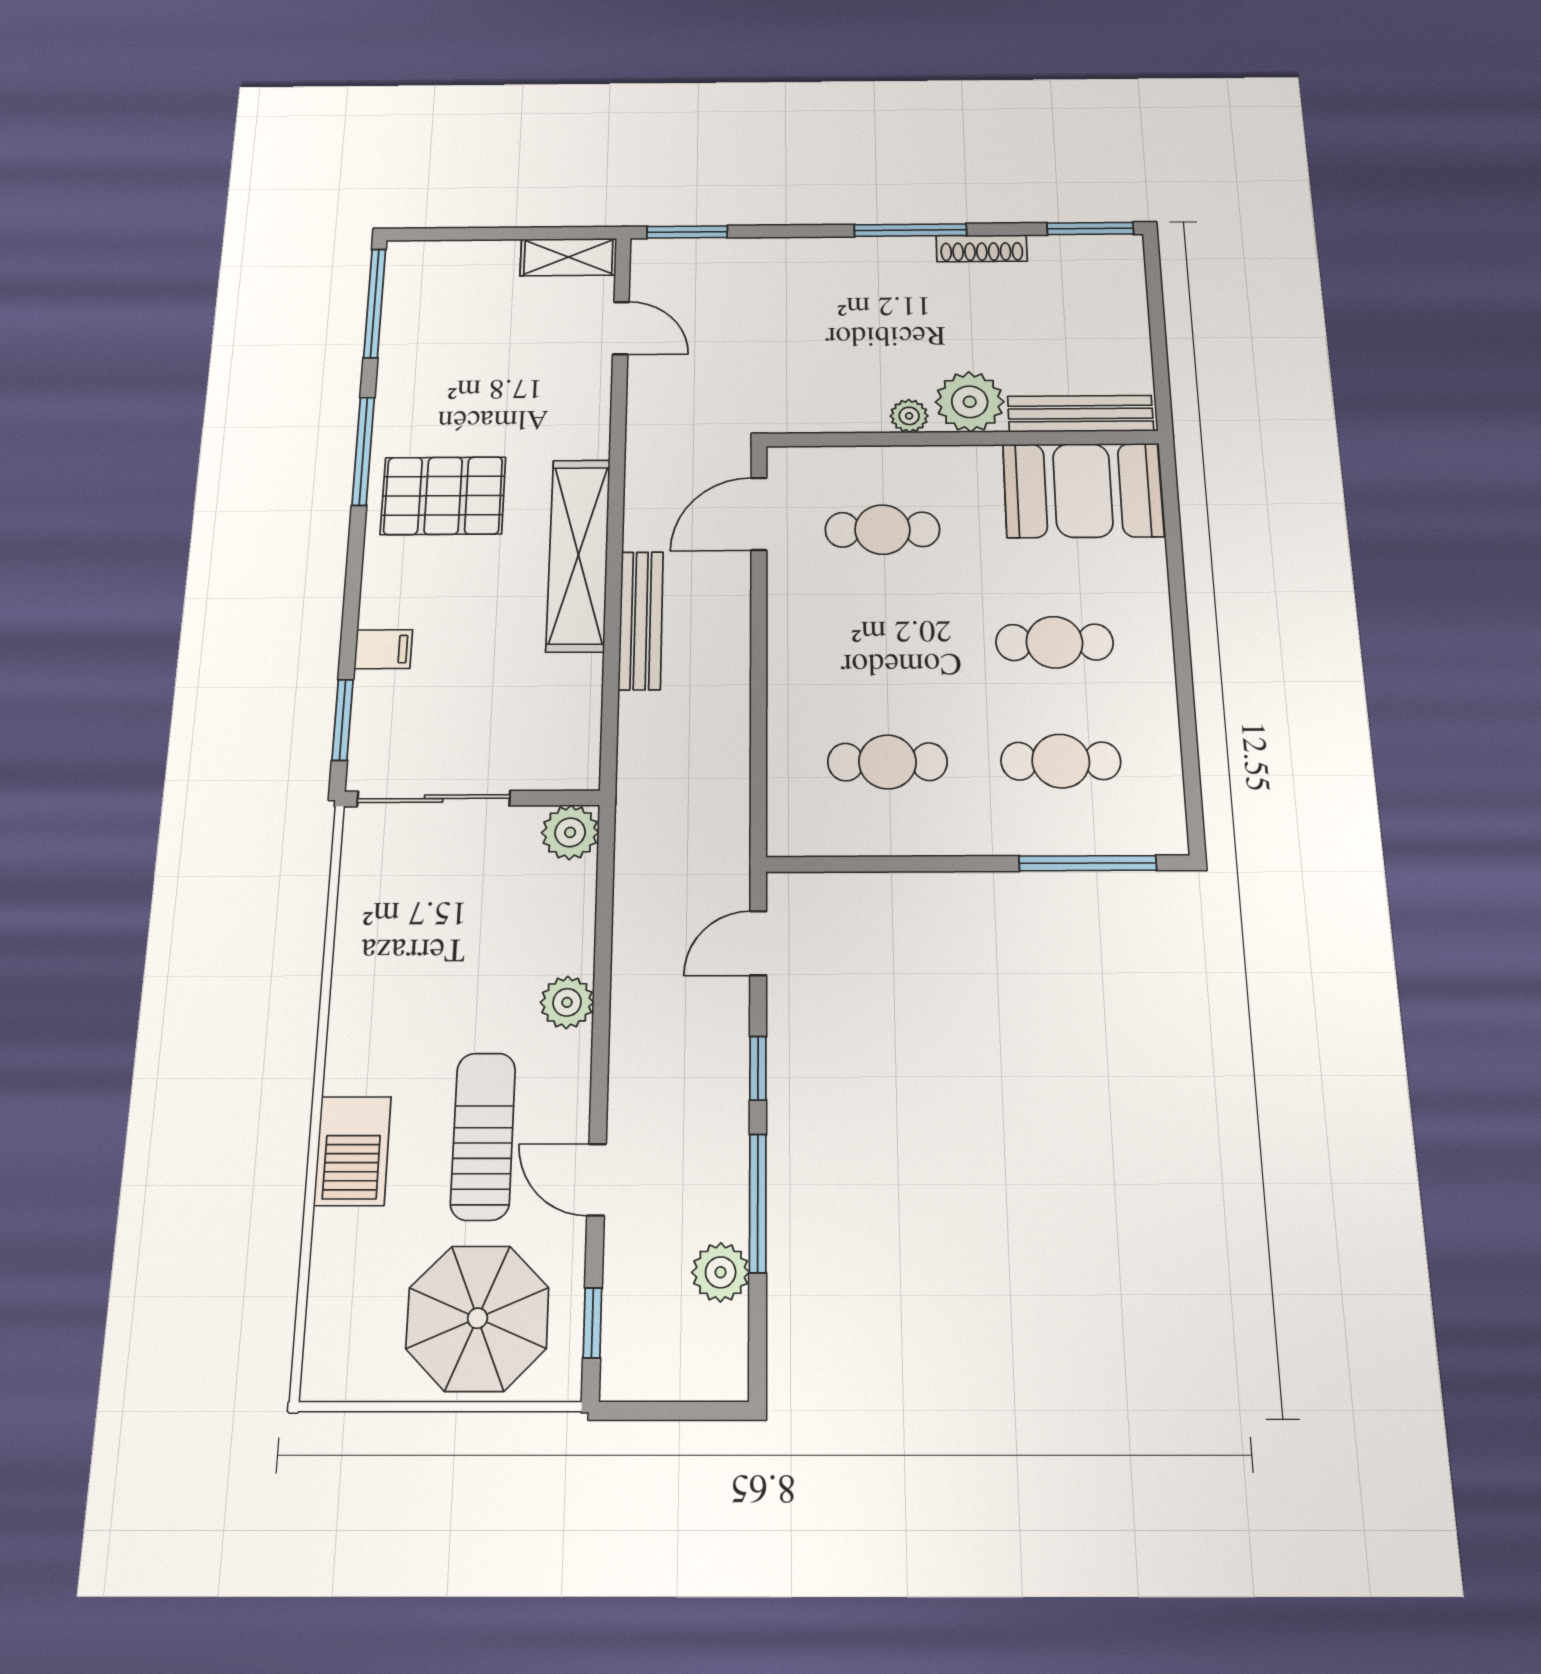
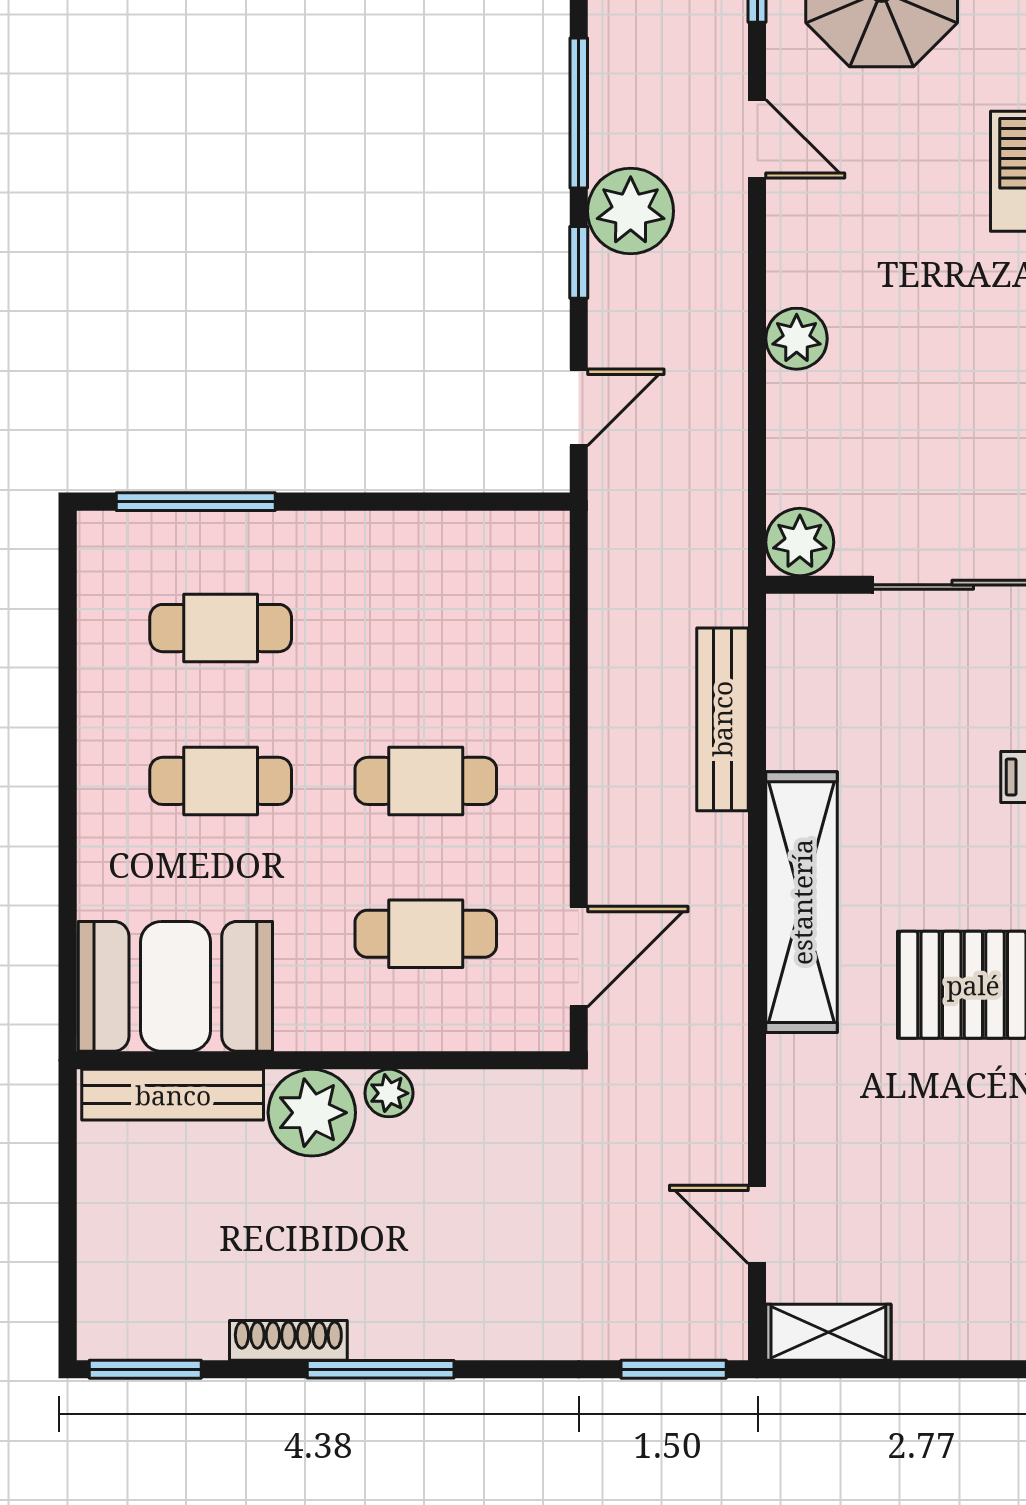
bench: (641, 620) -> (722, 719), moved
cafe table: (887, 762) -> (426, 781), moved
sun lounger: (483, 1136) -> (885, 187), removed
plant: (721, 1272) -> (631, 211), moved, width x1.36, depth x1.36

